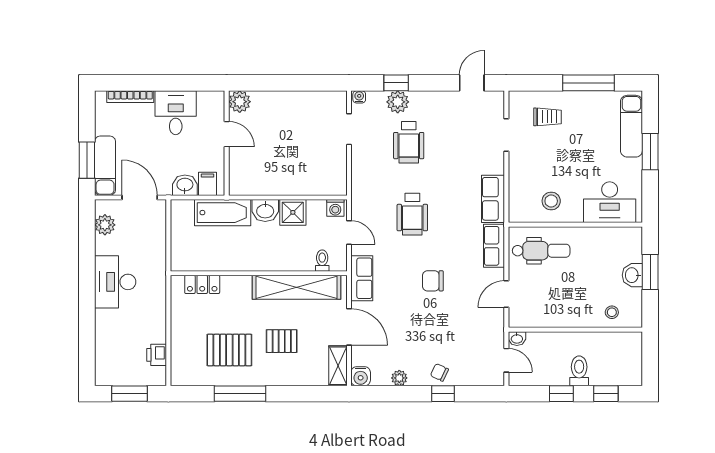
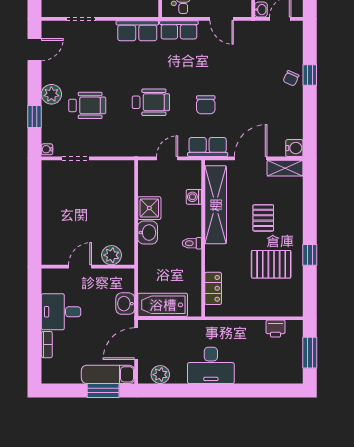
door: (472, 83) -> (35, 50), swing flipped
bookcase: (130, 97) -> (47, 345), width x0.64
plant: (240, 102) -> (111, 255), moved
plant: (398, 102) -> (51, 94), moved
filing cabinet: (208, 184) -> (124, 284), removed
washing machine: (335, 208) -> (194, 197), moved, turned 180
bathtub: (223, 213) -> (163, 305), moved, turned -90
toilet: (322, 261) -> (192, 243), moved
chair: (433, 281) -> (206, 105), moved
pallet: (229, 350) -> (271, 264), turned 90
plant: (399, 378) -> (296, 114), removed
window: (240, 394) -> (310, 255), width x0.46

